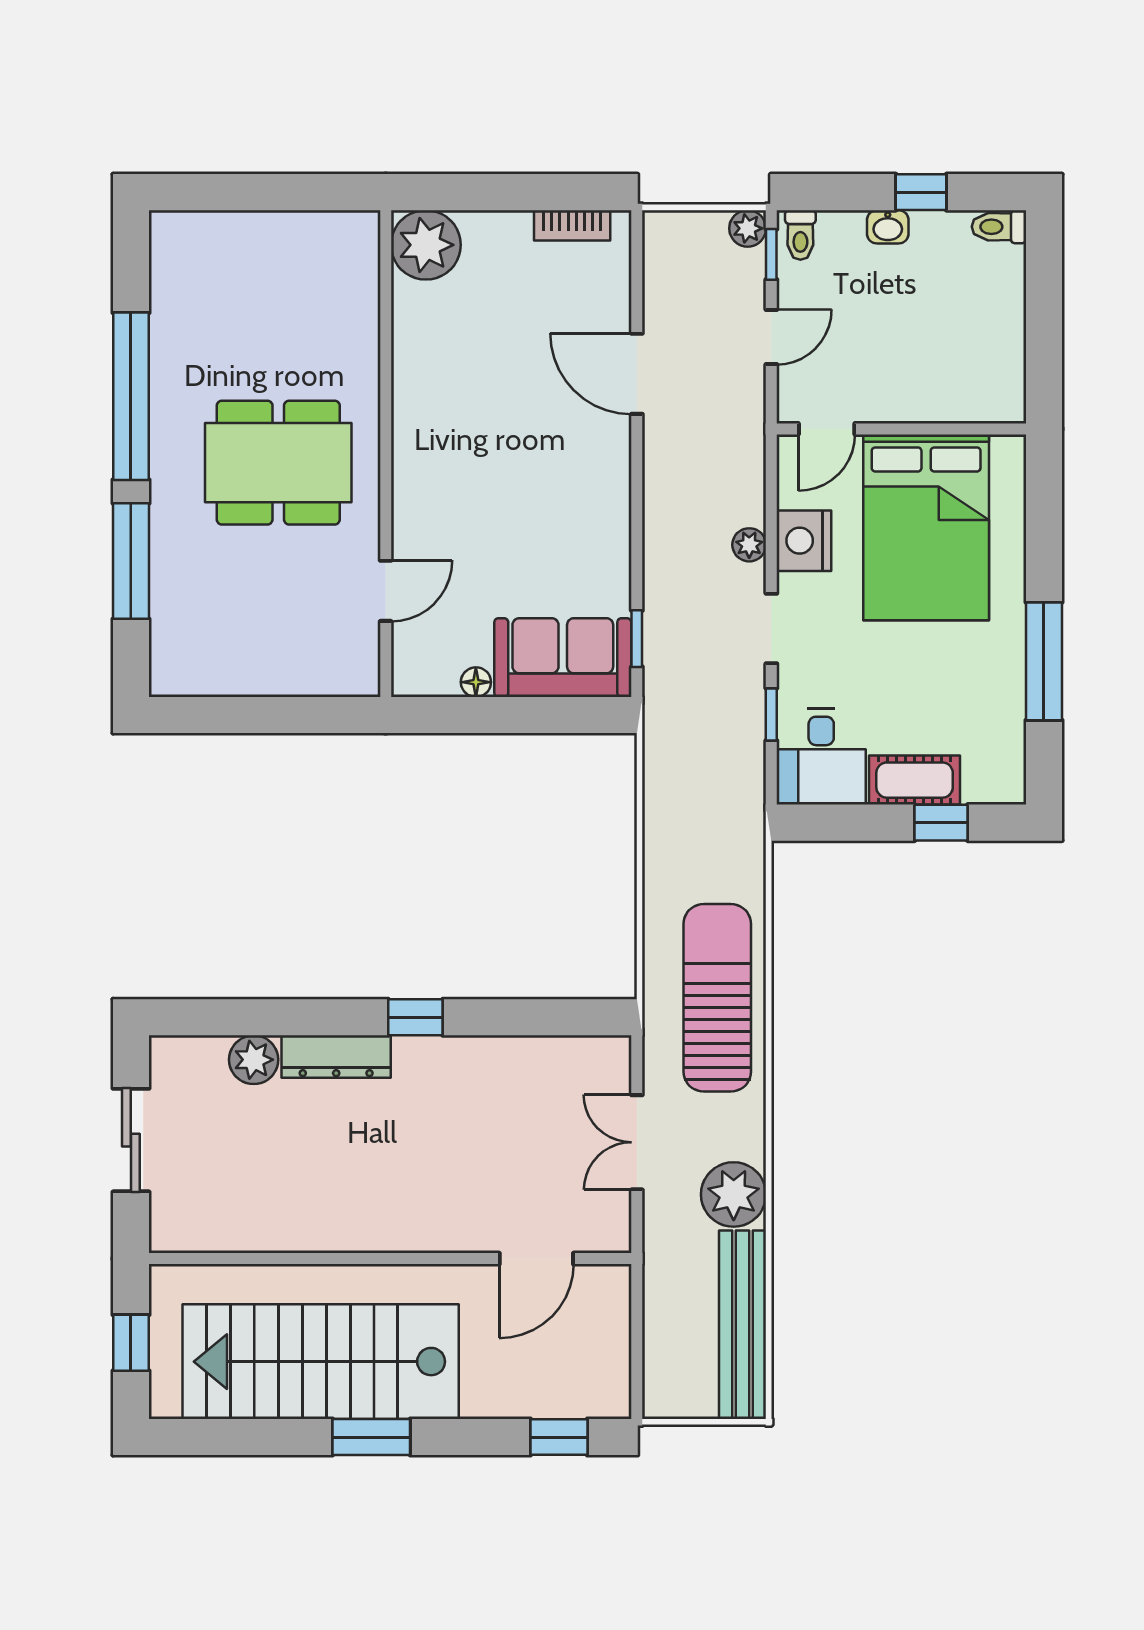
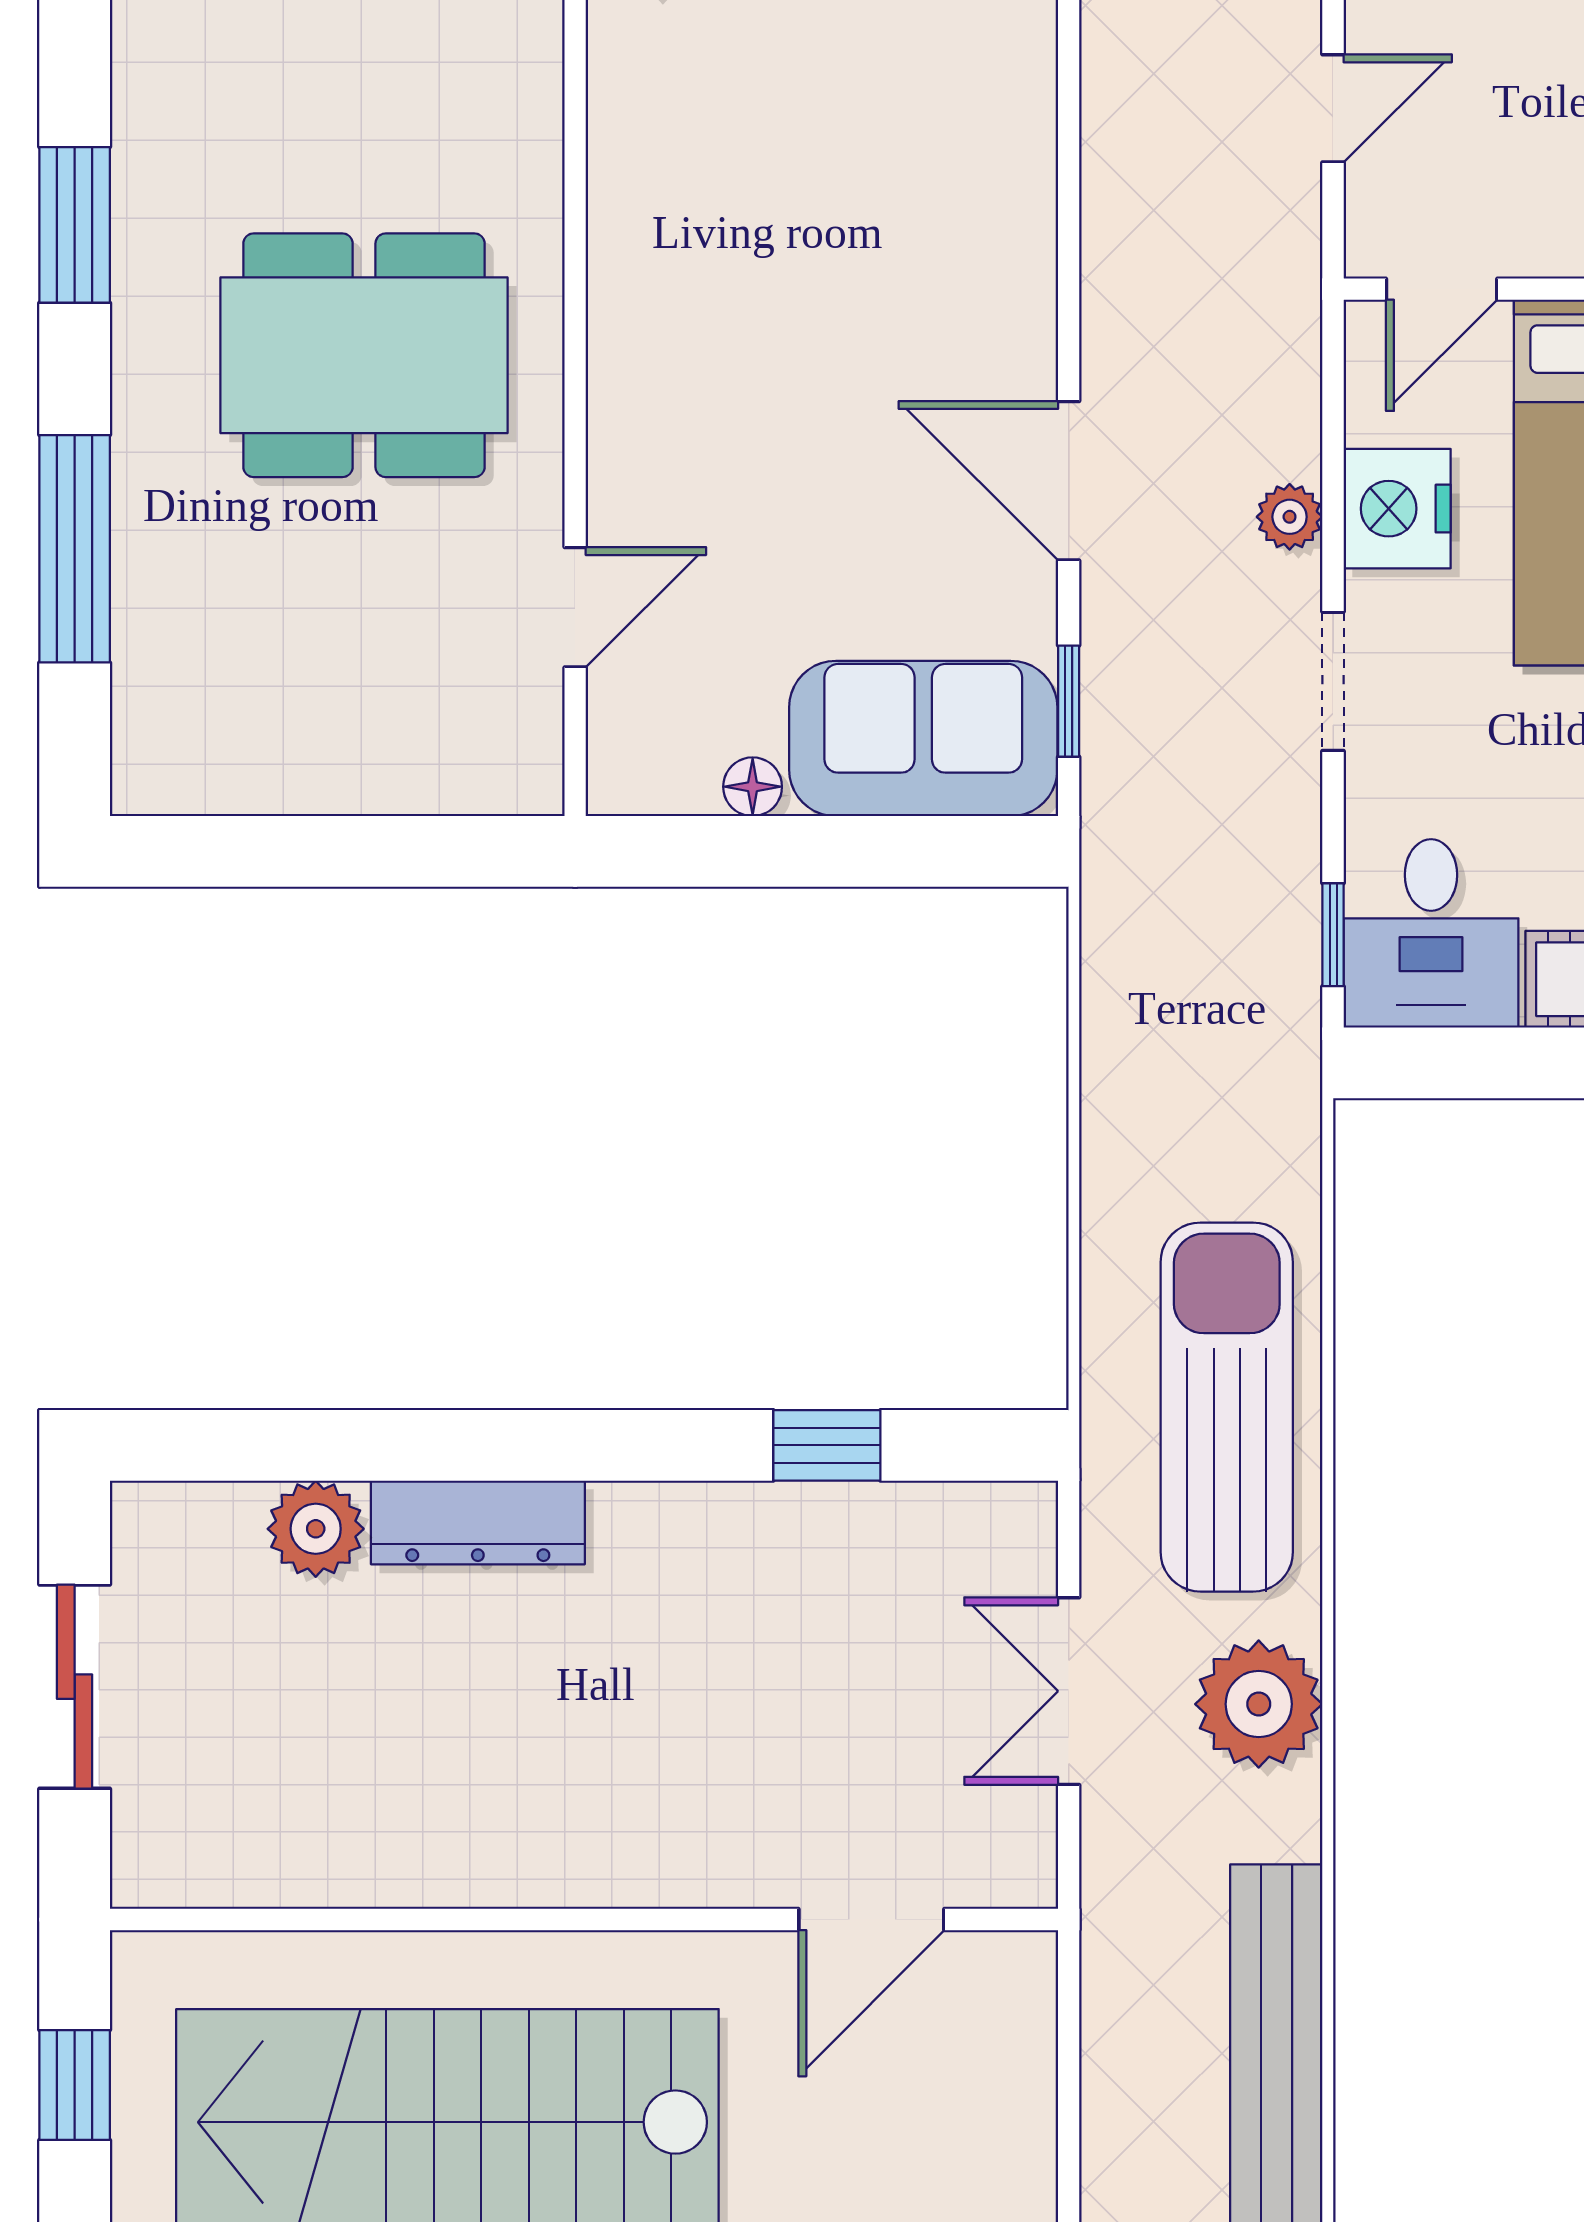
door: (637, 374) -> (1069, 481), moved
window: (131, 396) -> (75, 225), width x0.47
window: (771, 714) -> (1333, 935), moved
window: (415, 1017) -> (827, 1445), moved
plant: (734, 1194) -> (1259, 1704), moved

